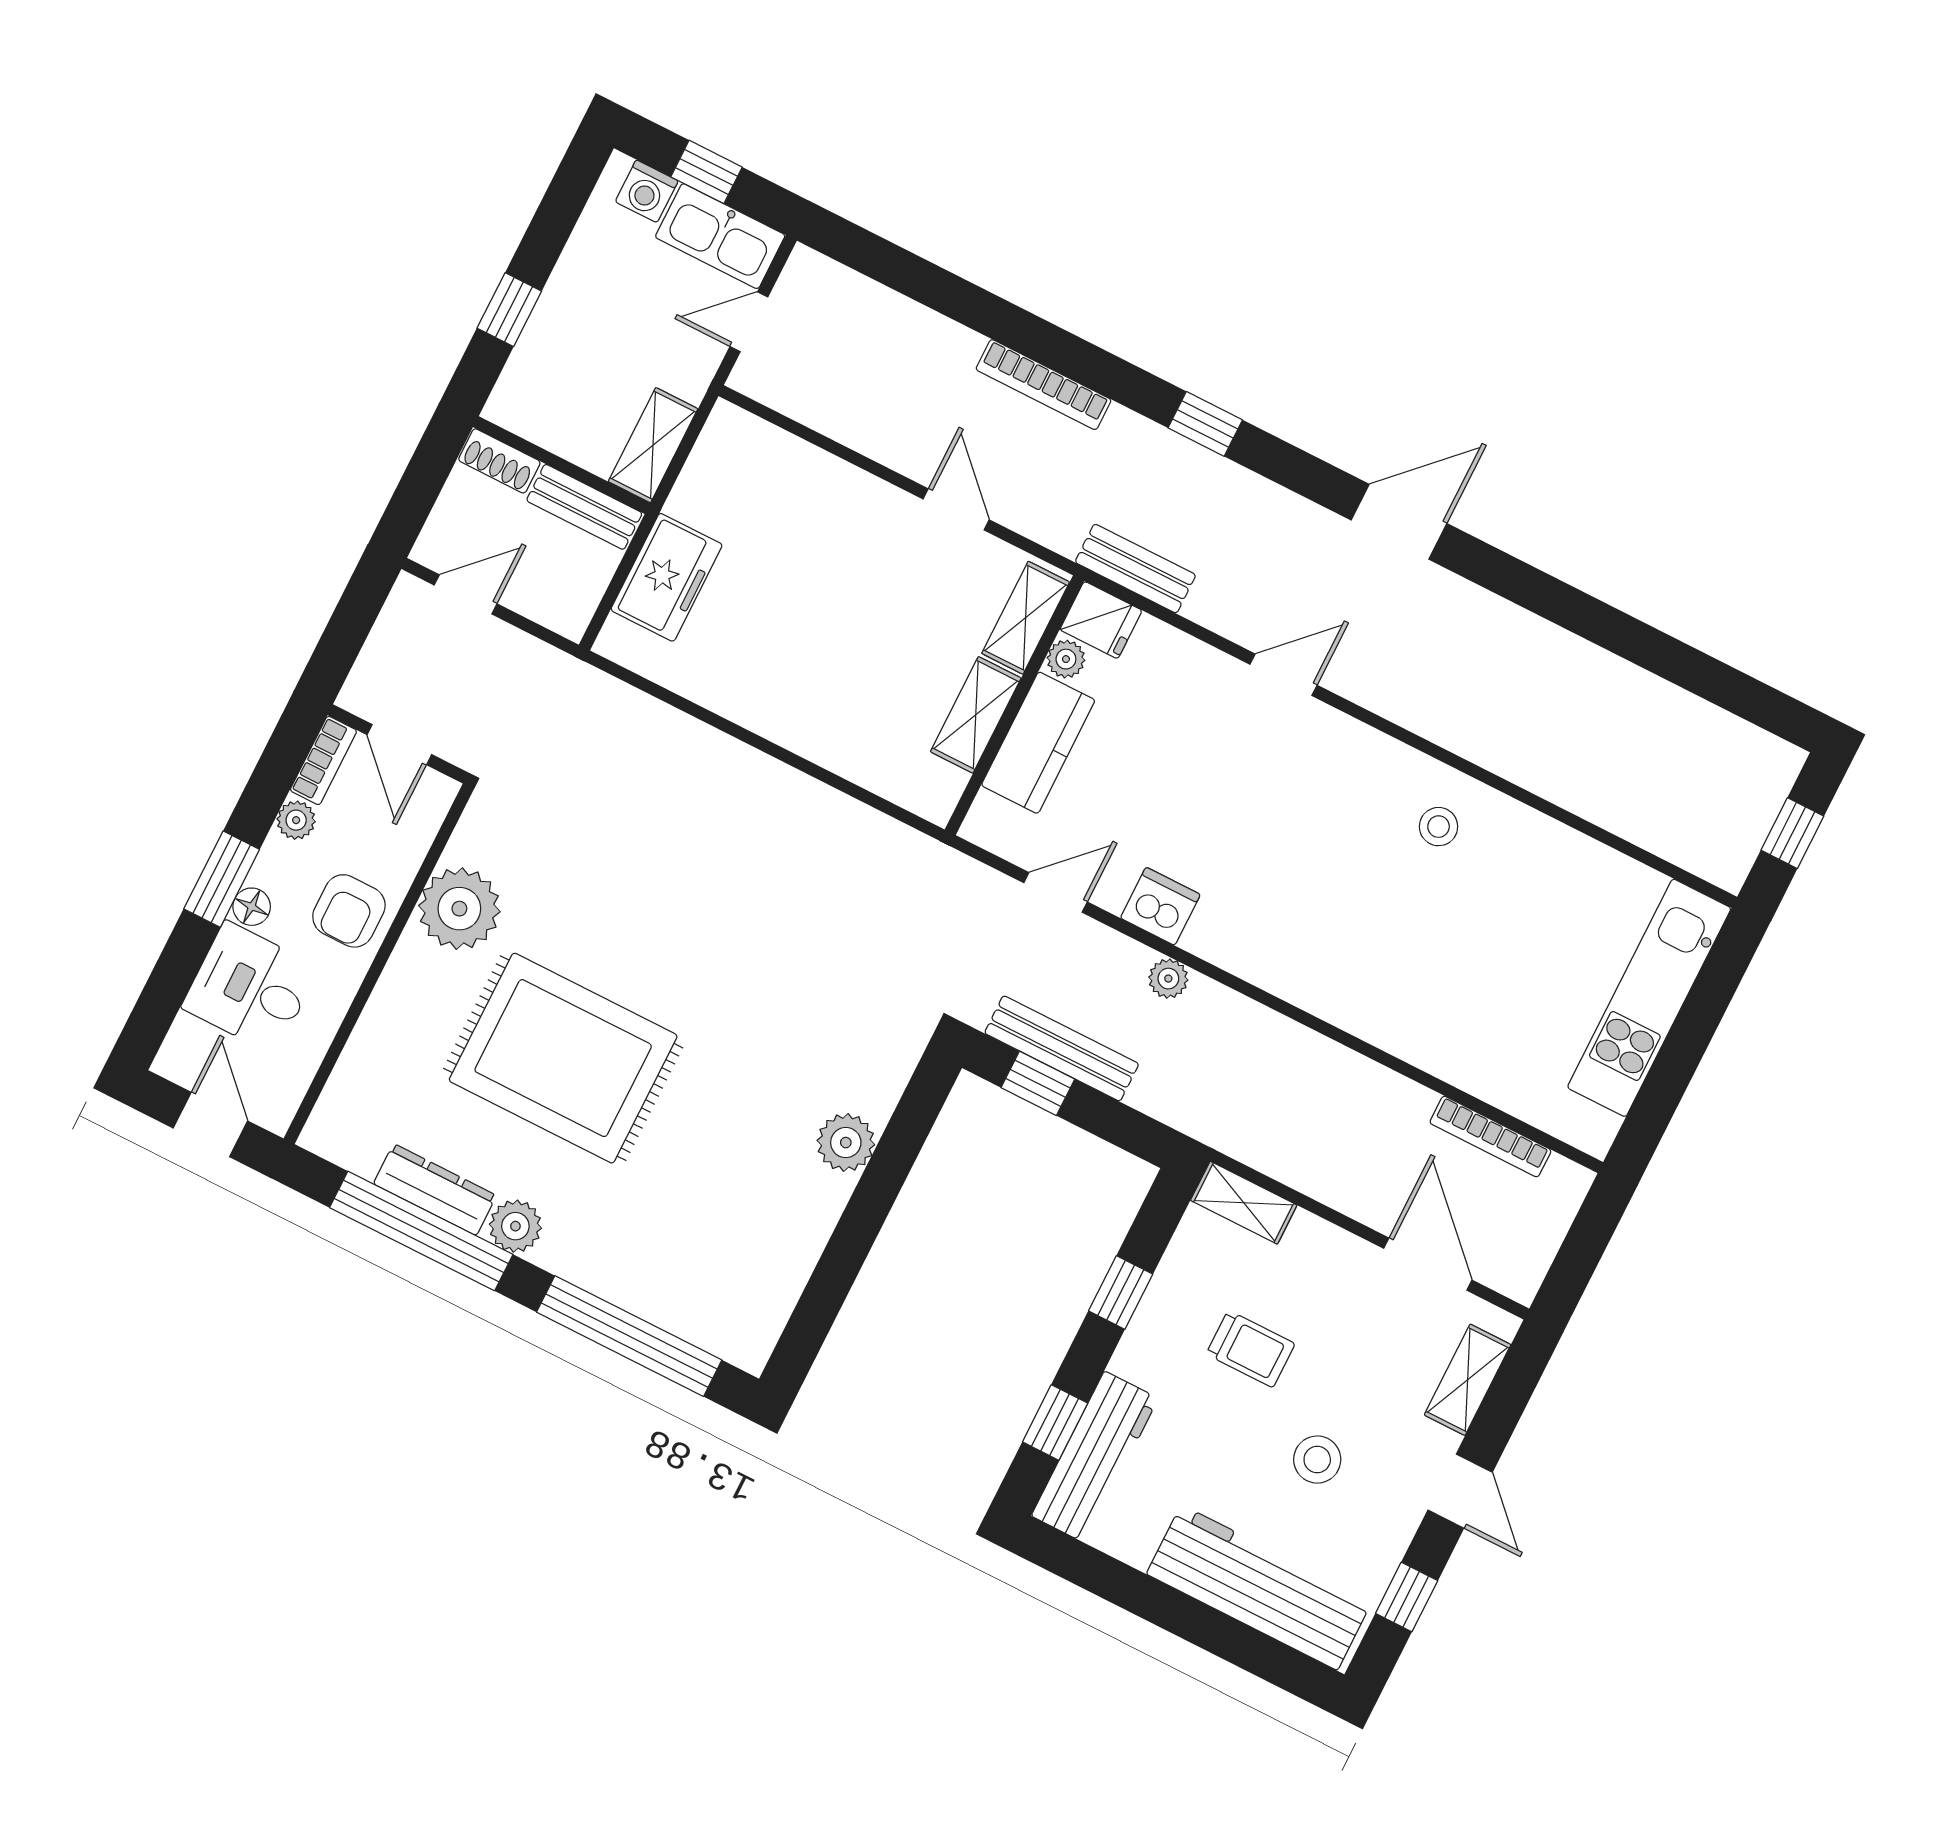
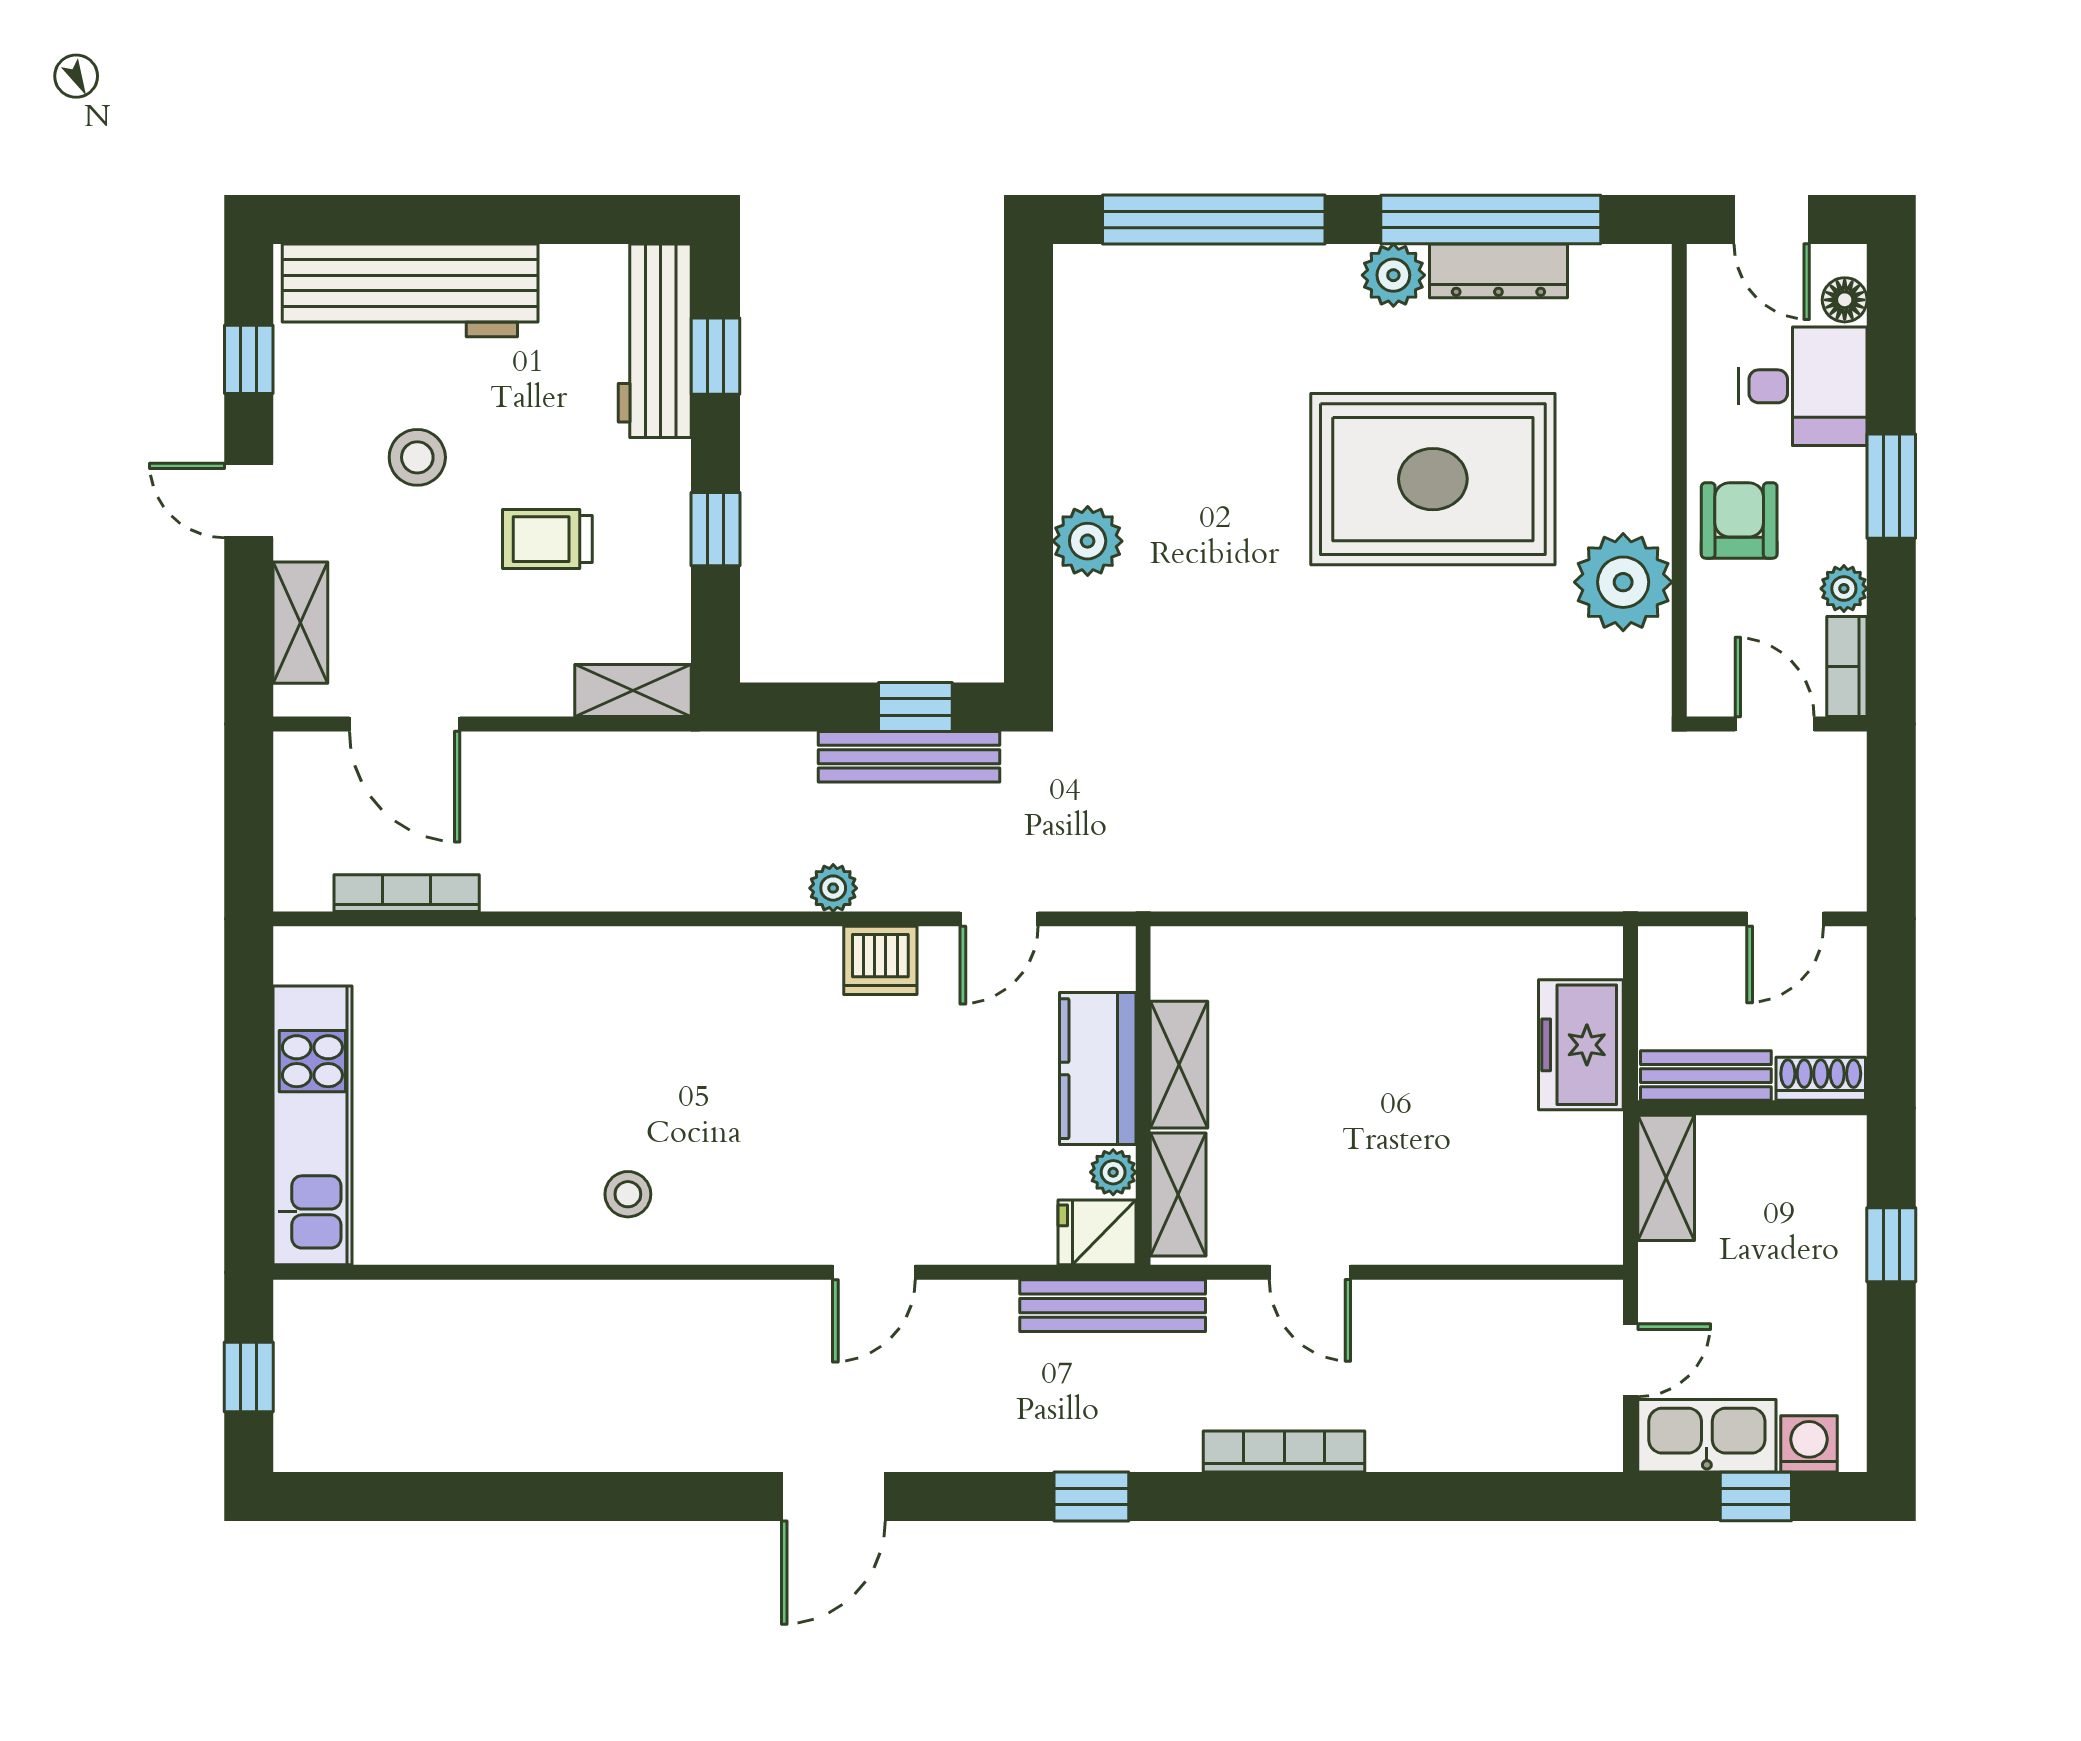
bench: (1135, 569) -> (1113, 1306), width x1.36
floor lamp: (252, 907) -> (1845, 300), moved

